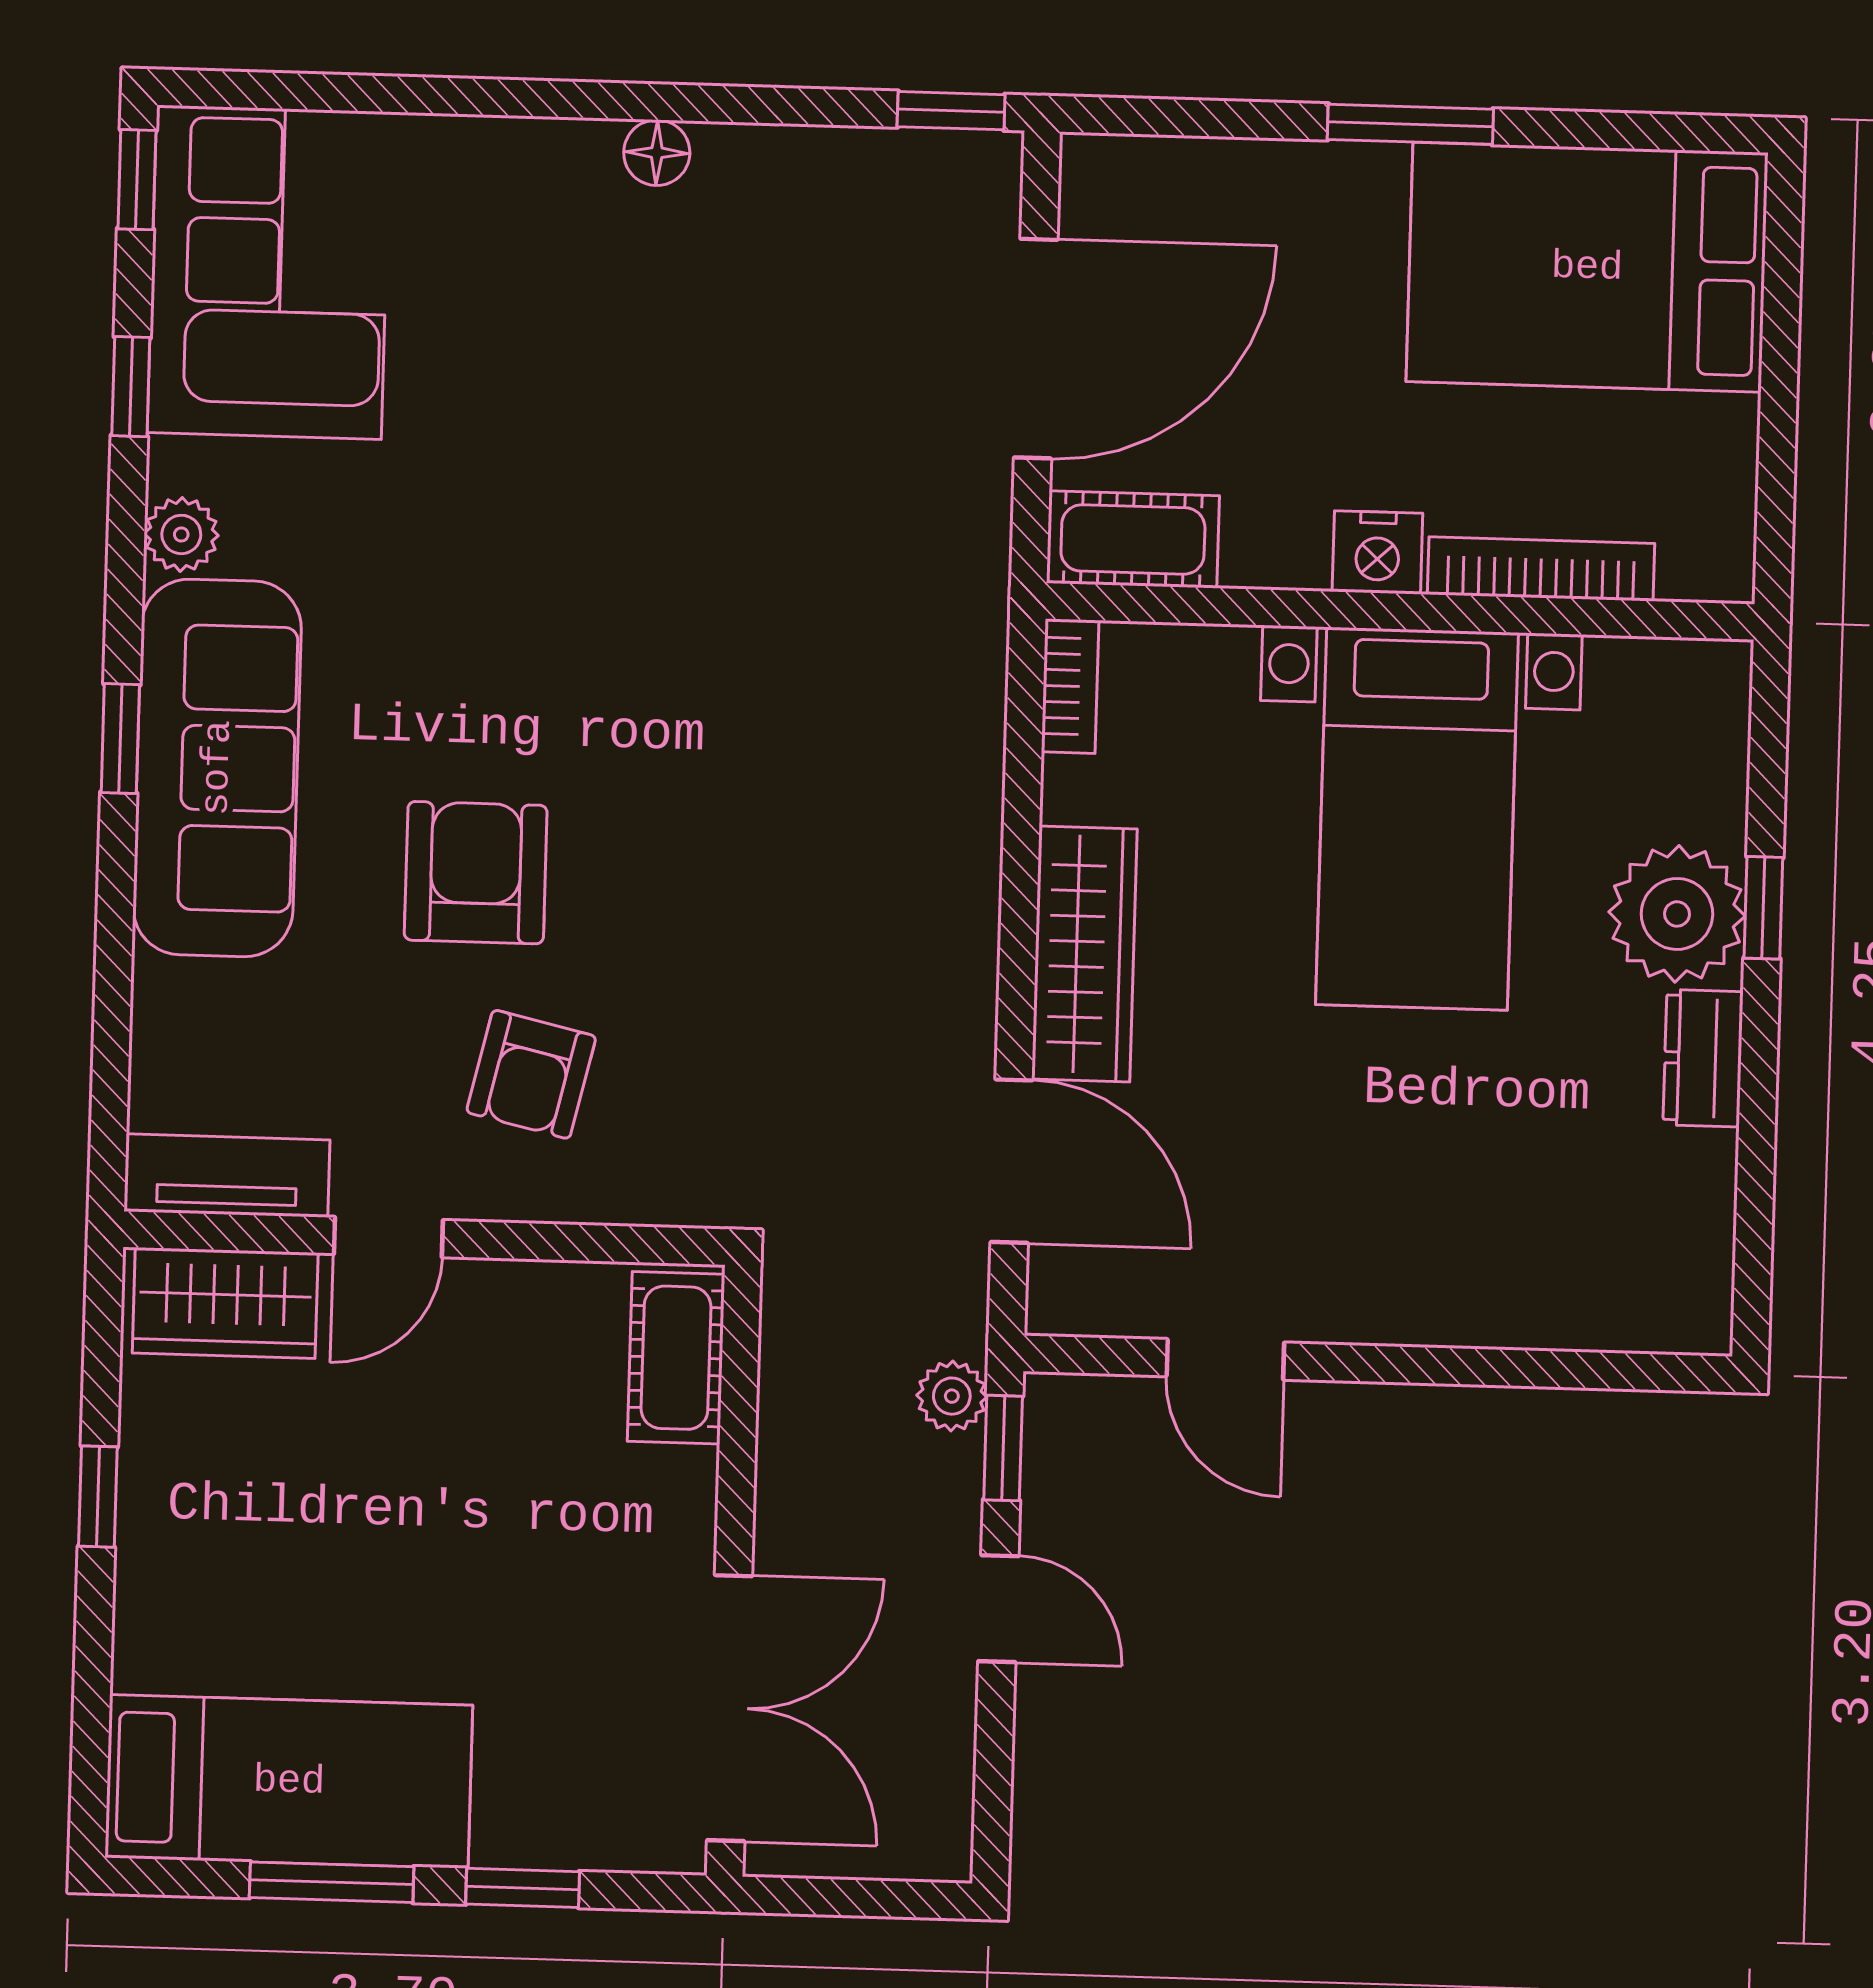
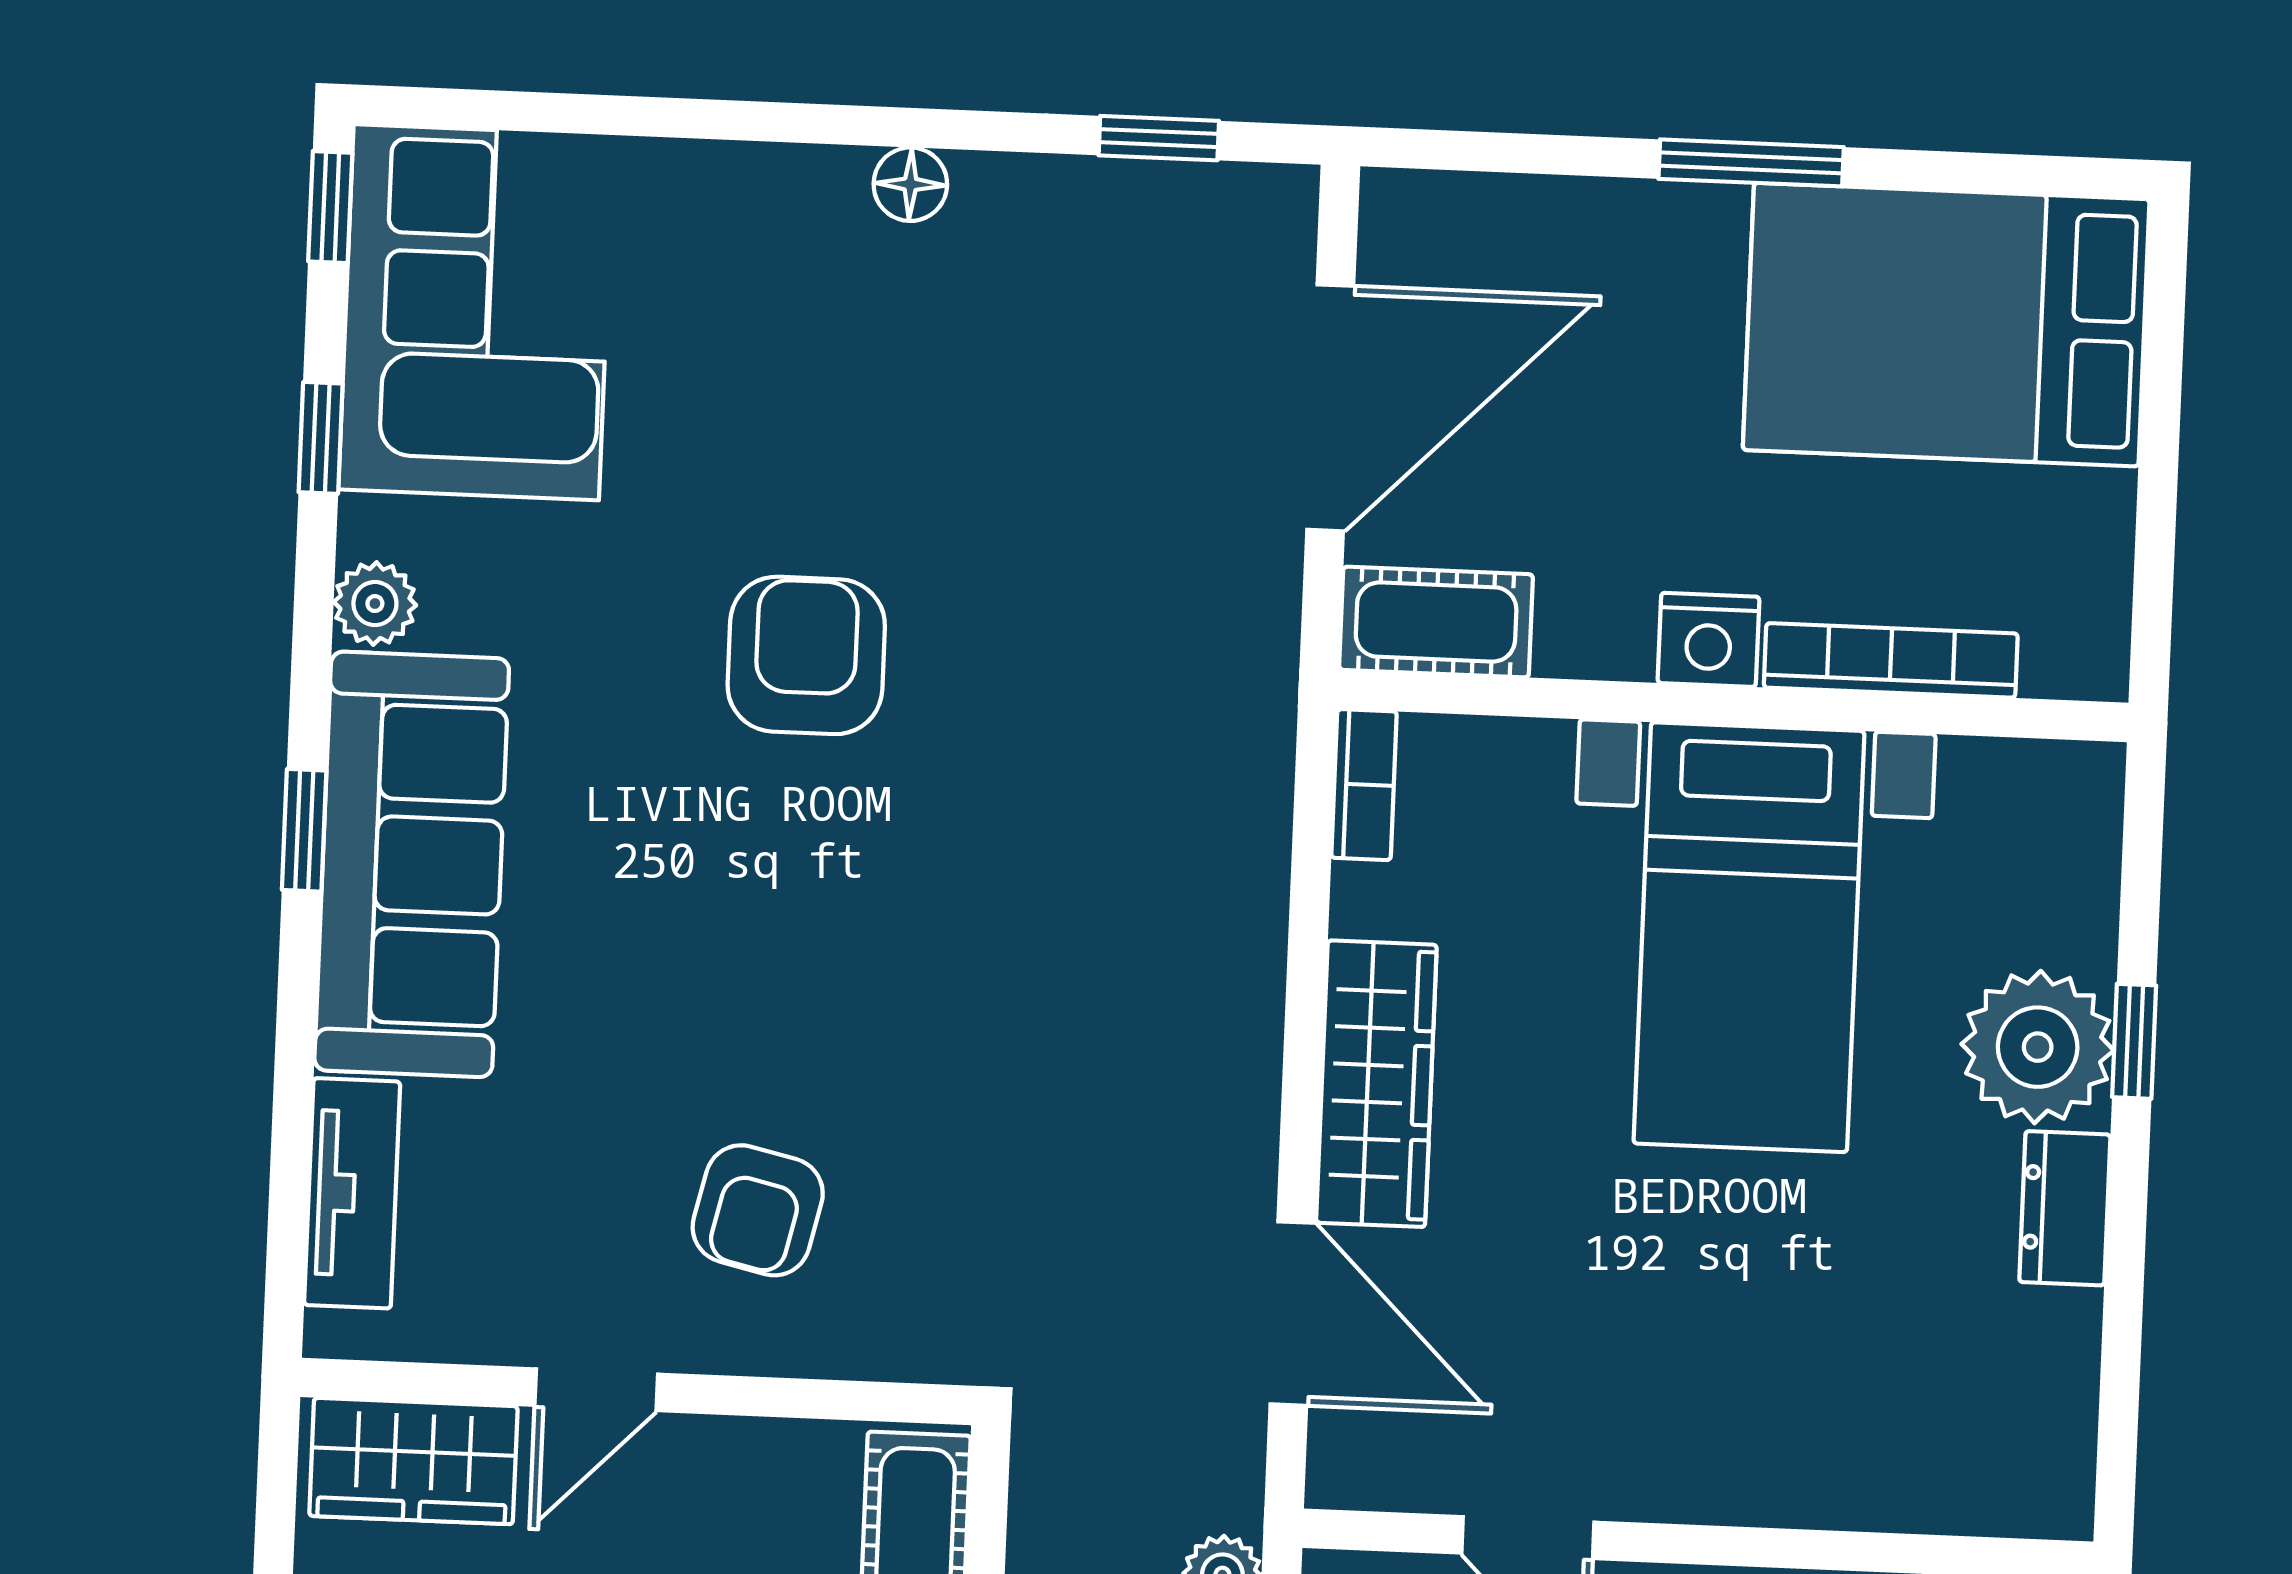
window: (951, 111) -> (1159, 138), moved
armchair: (476, 873) -> (806, 655), moved
tv unit: (227, 1176) -> (352, 1193), moved, turned 90

